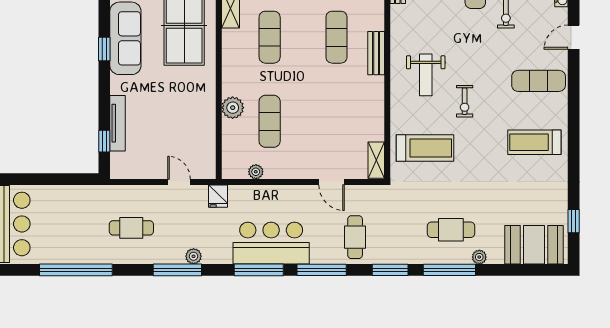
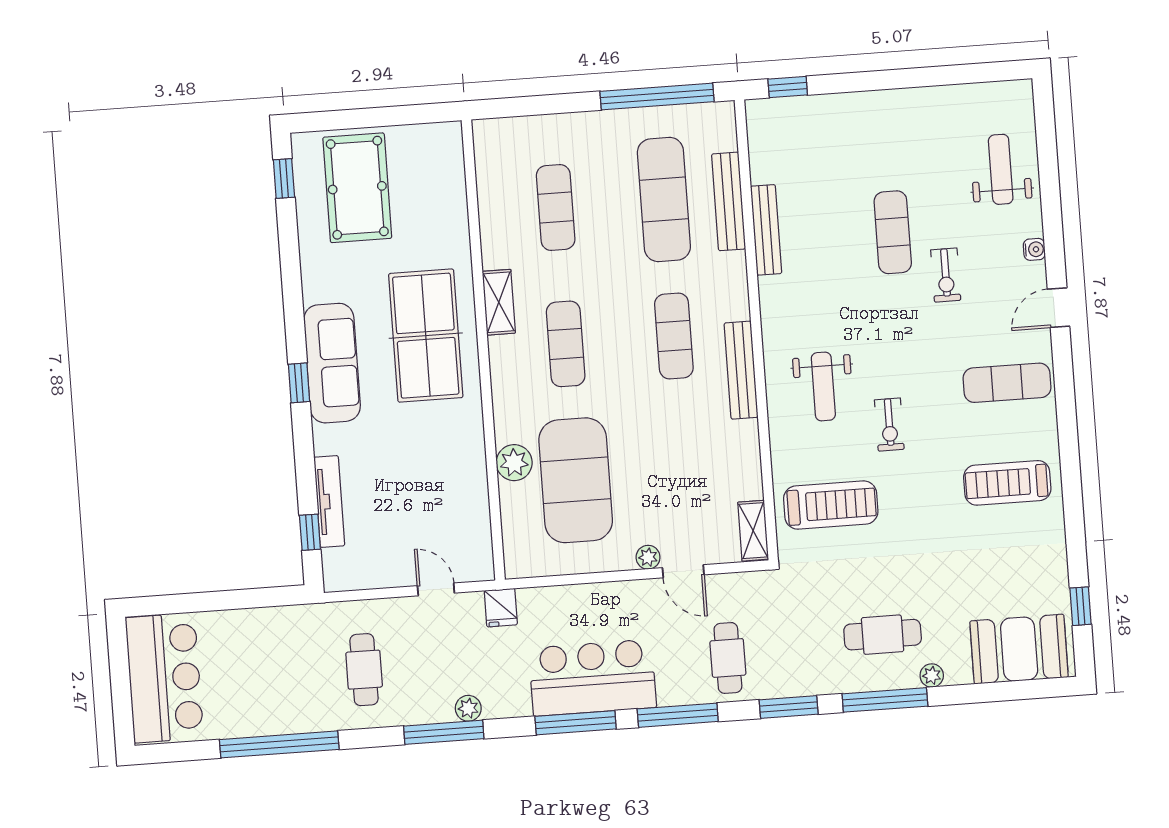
bench: (376, 53) -> (741, 370), width x1.36
exercise mat: (270, 121) -> (576, 480), width x2.00, depth x1.45
plant: (256, 172) -> (648, 557), moved
cafe table: (131, 228) -> (364, 670), turned 90

